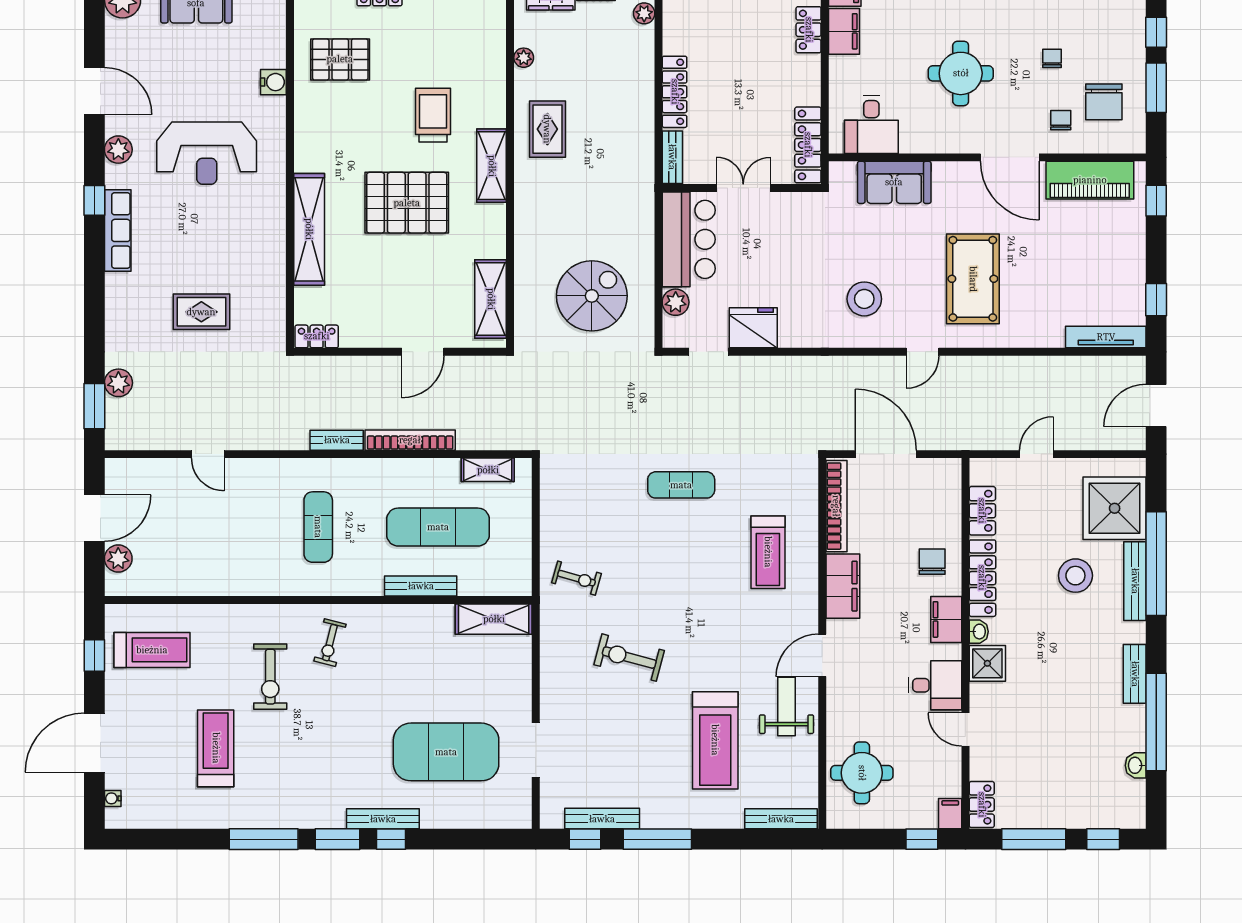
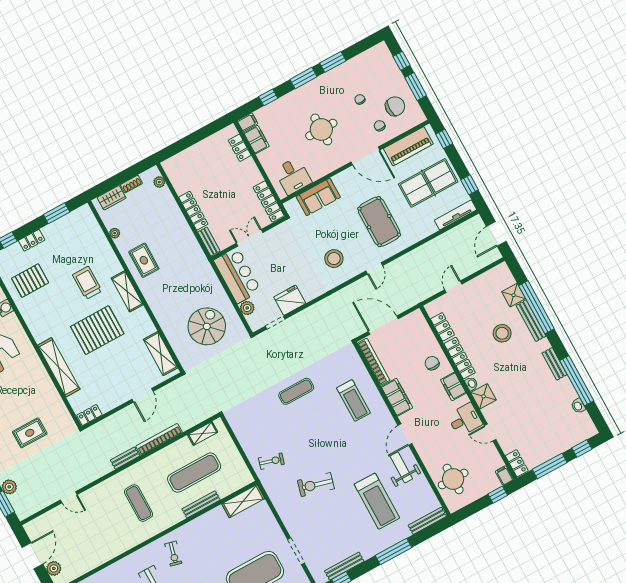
chair: (1104, 102) -> (395, 106), turned -90
table tennis table: (1089, 259) -> (428, 183), added
shower: (1115, 508) -> (514, 295), width x0.54, depth x0.54
window: (657, 839) -> (394, 552), moved

